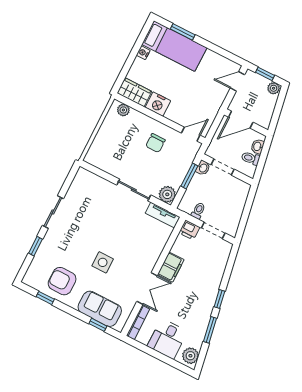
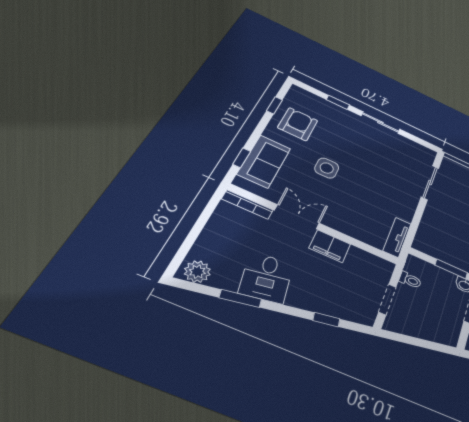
sliding door: (134, 190) -> (430, 183), moved
plant: (167, 194) -> (424, 243), removed
printer: (189, 230) -> (383, 269), removed
double door: (147, 288) -> (297, 217), swing flipped
window: (219, 299) -> (326, 320), moved
desk: (167, 339) -> (266, 278), moved, turned -100

